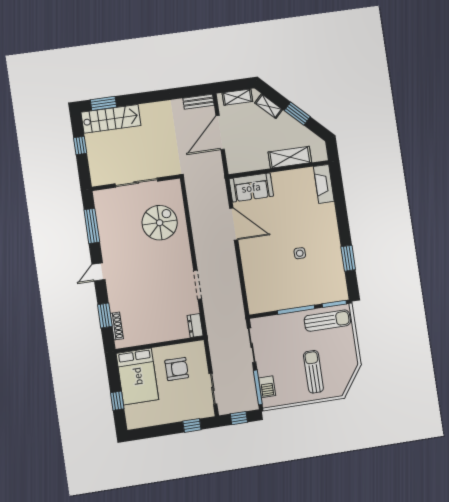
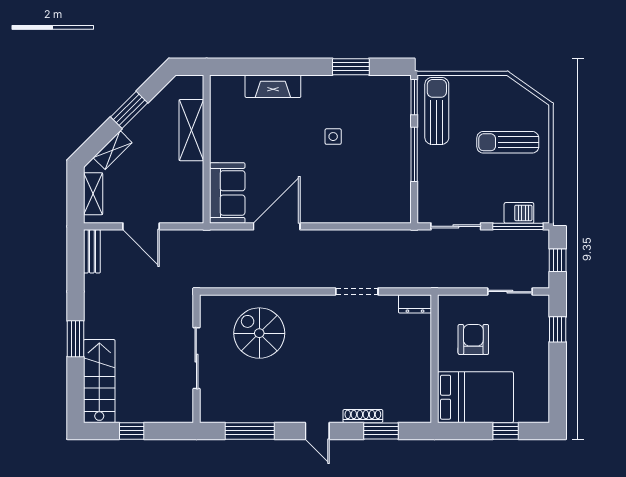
window: (103, 103) -> (75, 339), moved
door: (220, 133) -> (141, 226), width x0.73
fireplace: (324, 184) -> (273, 86), moved
shoe rack: (117, 326) -> (363, 416), moved

